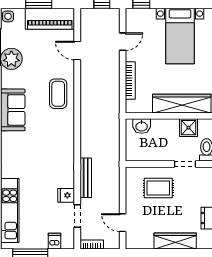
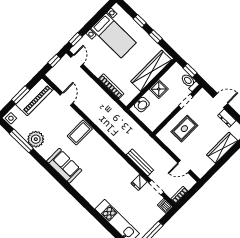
door: (123, 42) -> (77, 61), moved
door: (77, 51) -> (66, 99), swing flipped
coffee table: (58, 94) -> (80, 132), turned 90
shower: (188, 128) -> (159, 89), moved
dishwasher: (54, 241) -> (165, 206), moved

